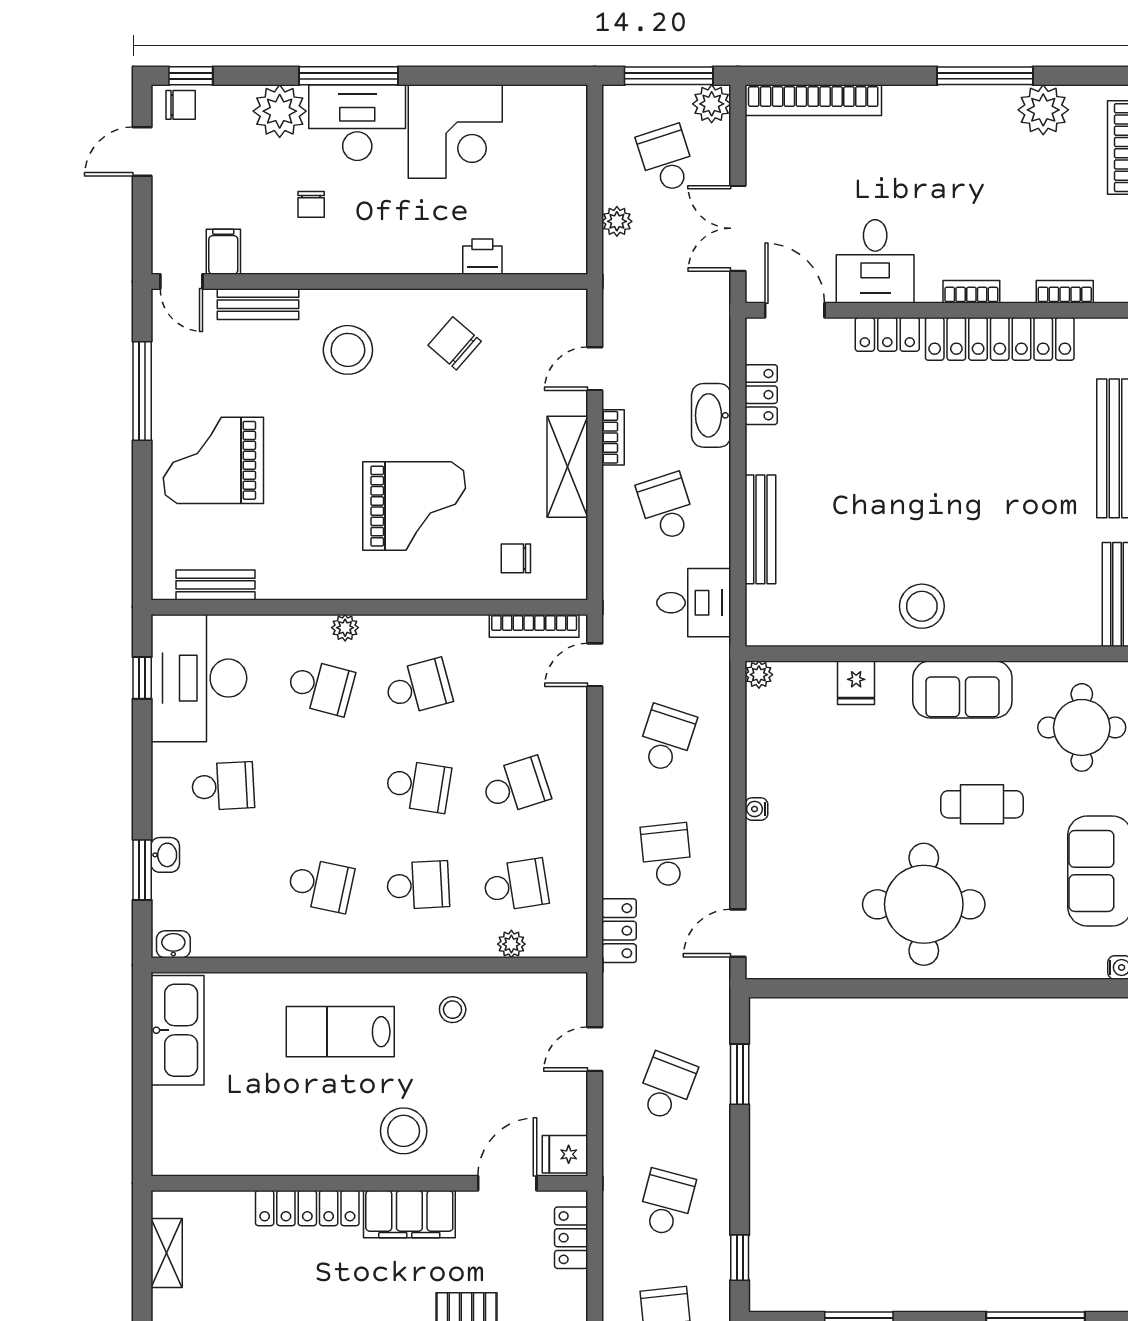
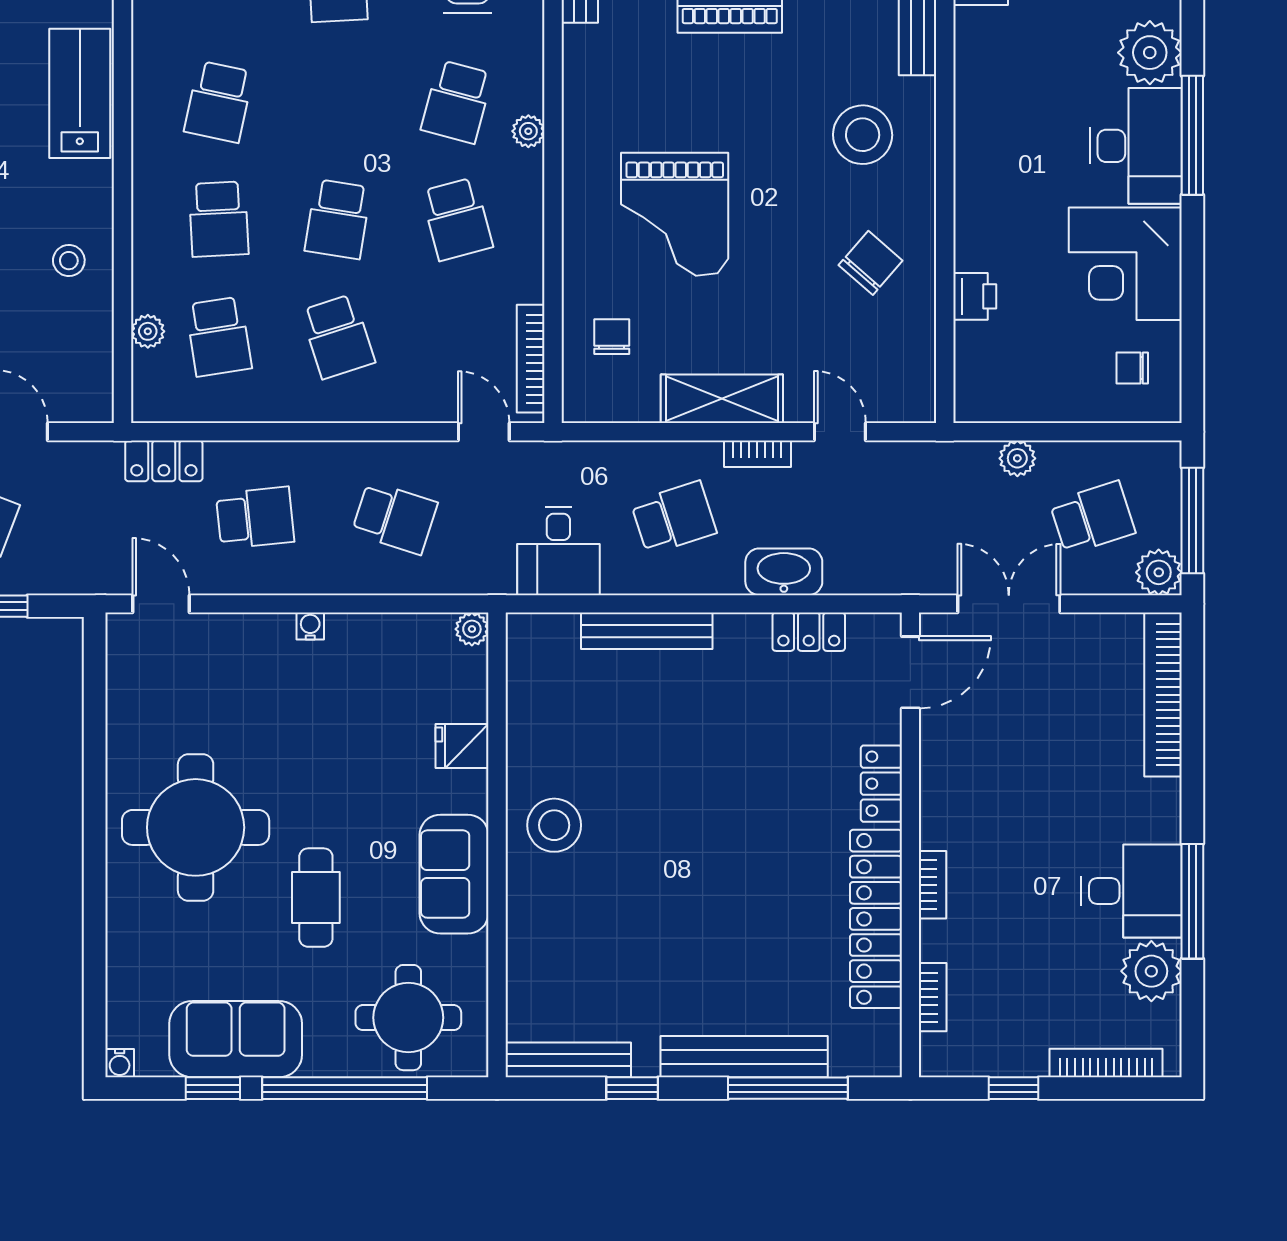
chair: (311, 204) -> (1132, 368), moved
desk: (875, 261) -> (1131, 891), moved, turned 180
lab bench: (340, 1032) -> (80, 93), moved

